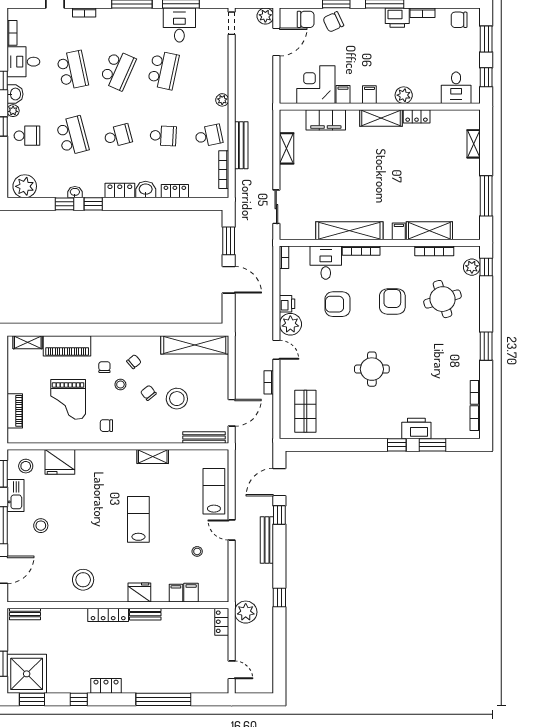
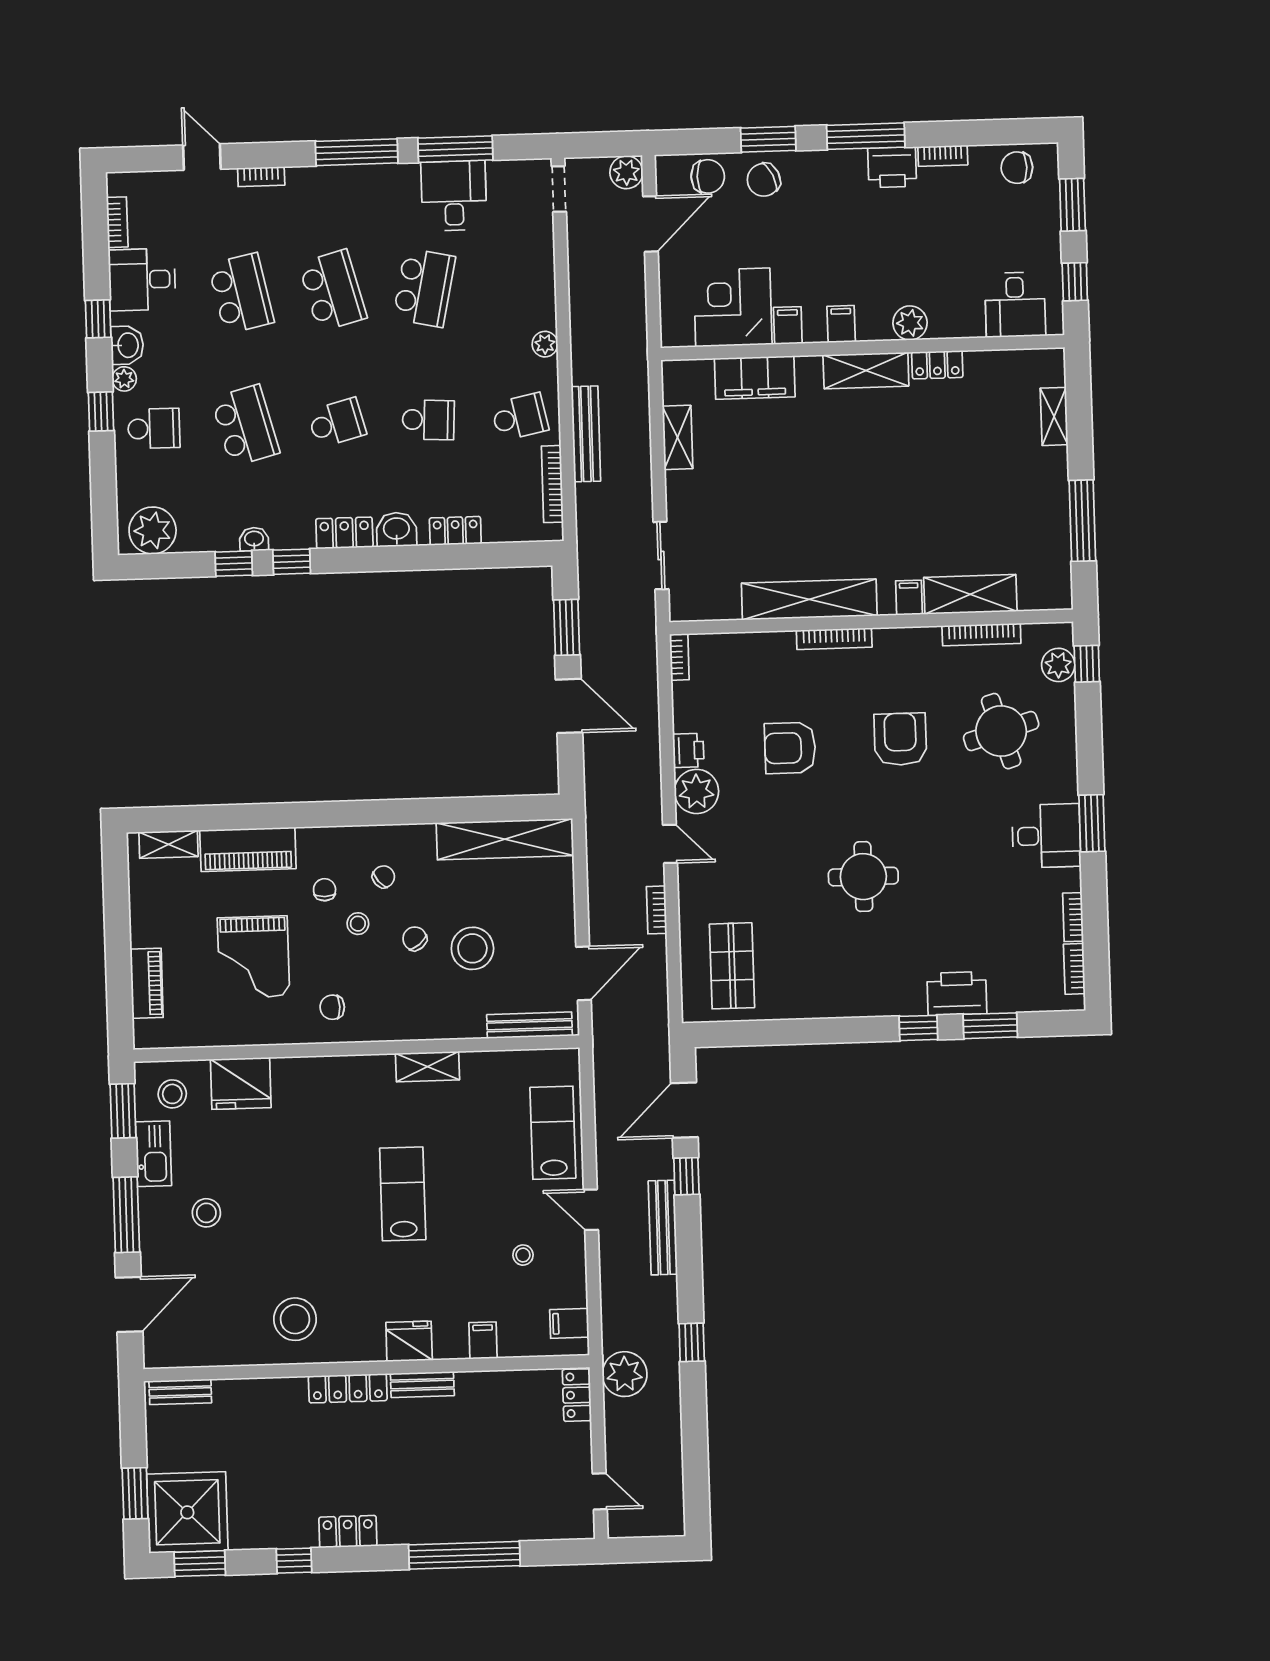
school desk: (118, 70) -> (333, 291), turned -39
desk: (326, 263) -> (1046, 836), moved, turned 90
filing cabinet: (191, 593) -> (569, 1323), moved, turned -90

